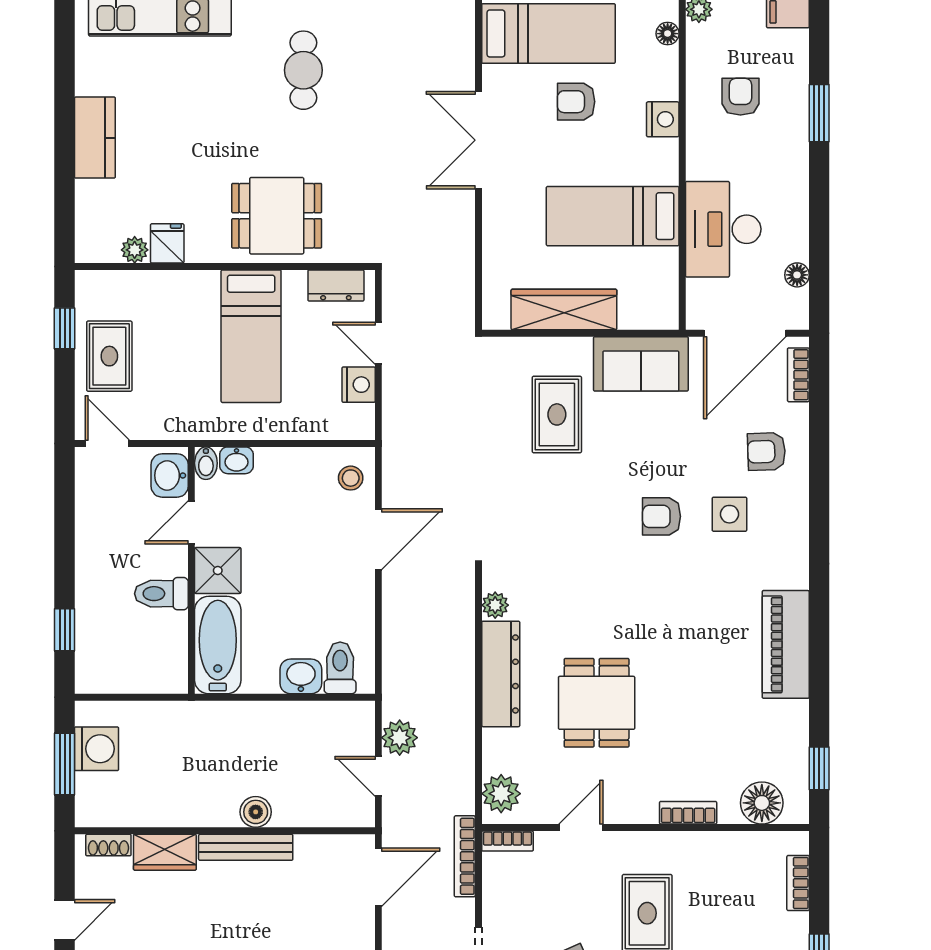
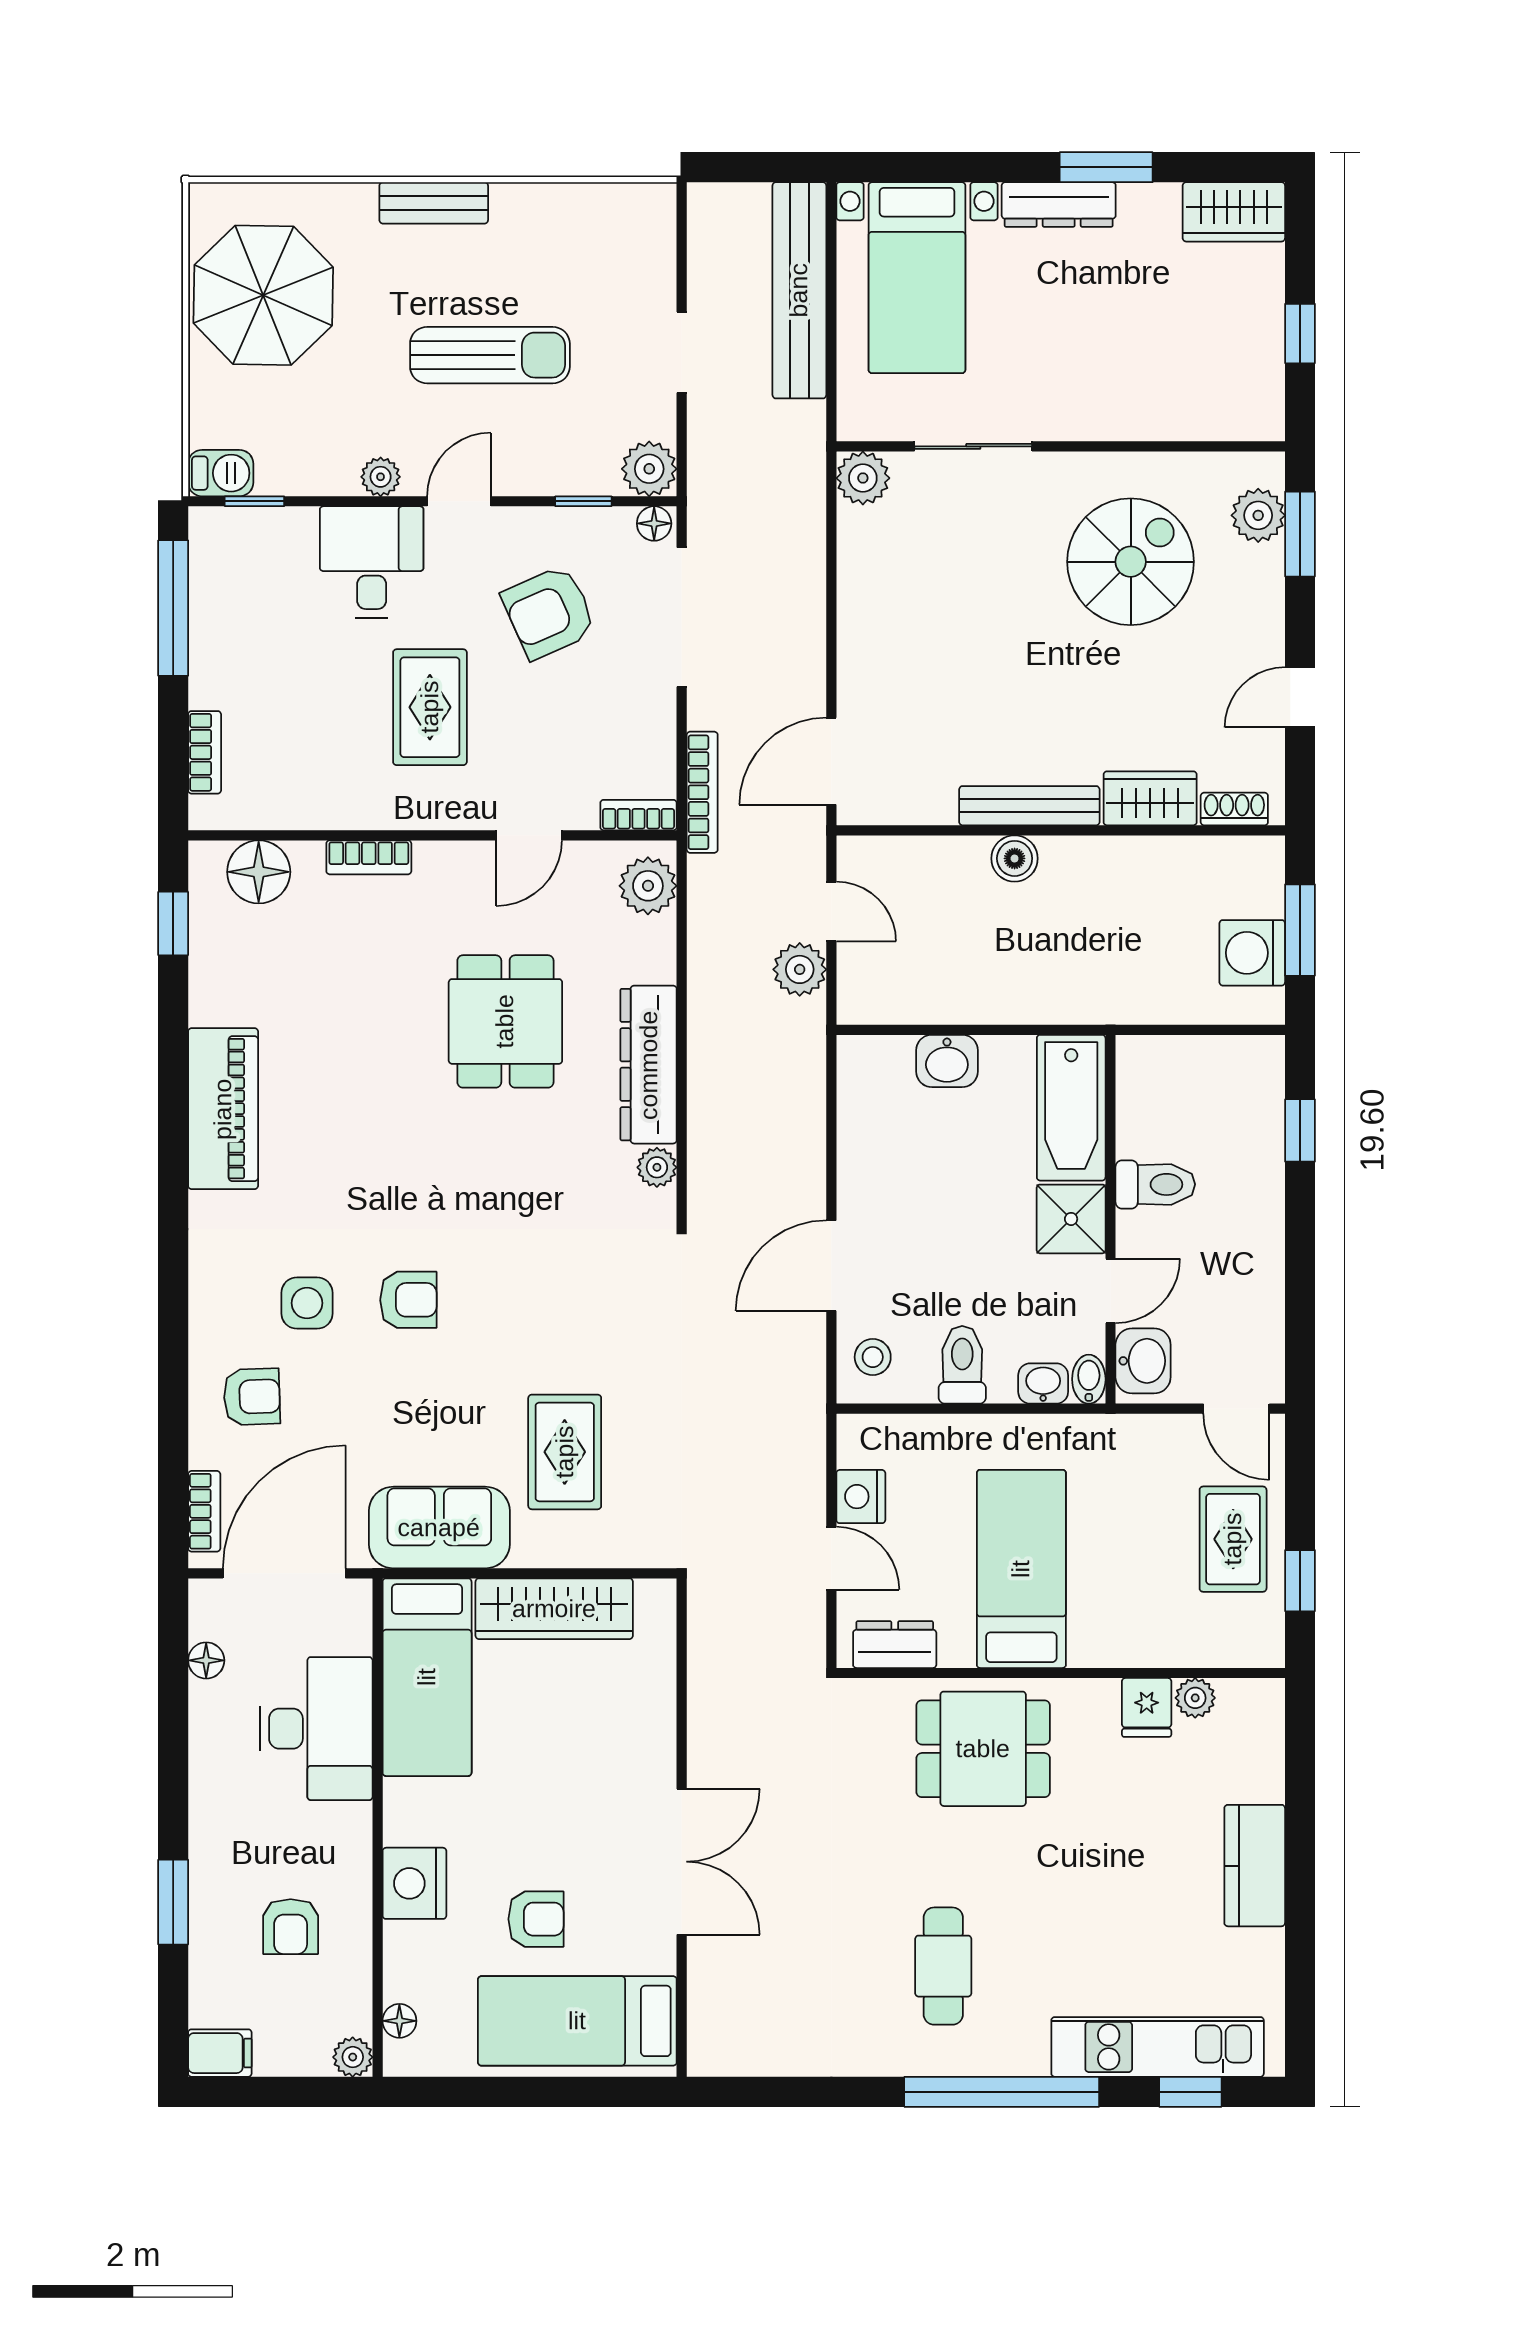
nightstand: (663, 119) -> (414, 1883), width x1.36, depth x1.33
bed: (613, 216) -> (427, 1677), moved, turned 90
toilet: (340, 668) -> (962, 1365), moved, turned 180

